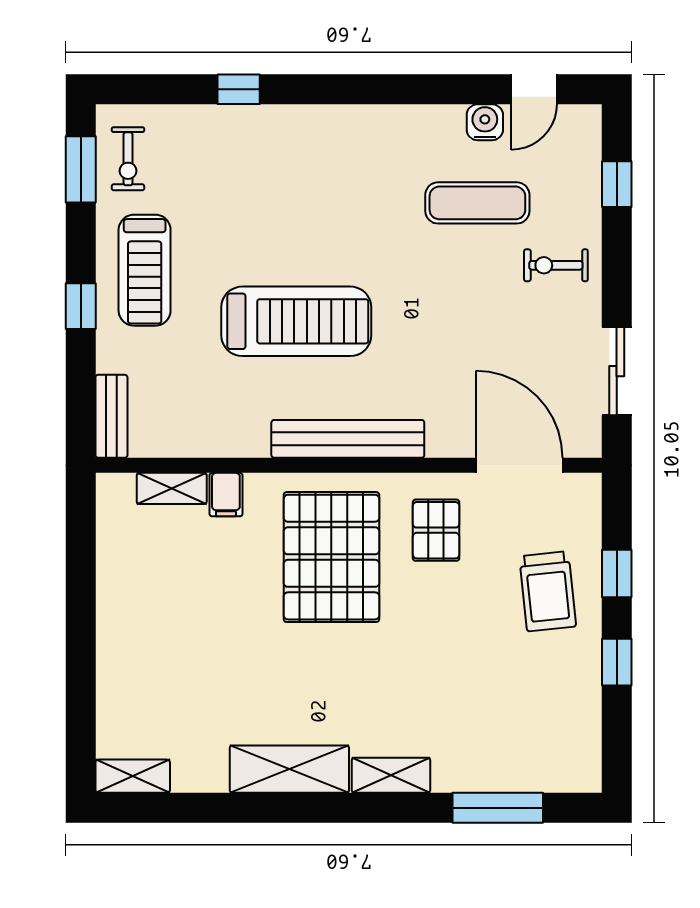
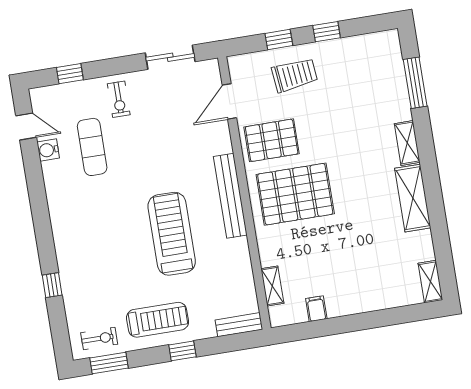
door: (519, 465) -> (229, 101), width x0.73
filing cabinet: (226, 495) -> (316, 309), moved, turned -90
pallet: (436, 530) -> (272, 140), width x1.50, depth x1.42

